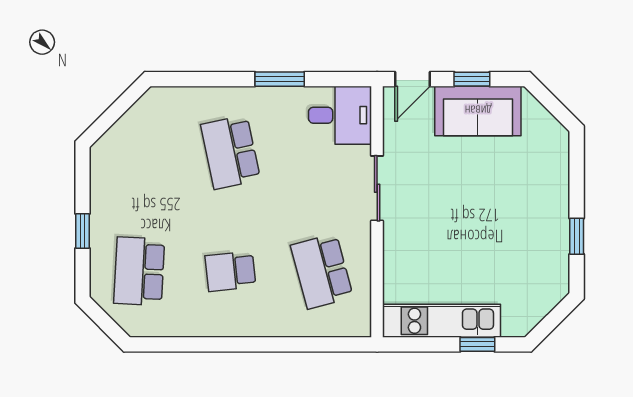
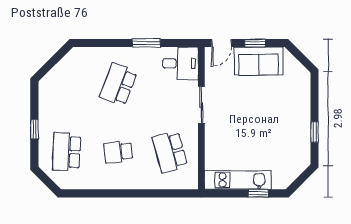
school desk: (230, 152) -> (118, 84), turned 33

